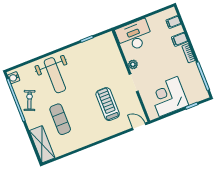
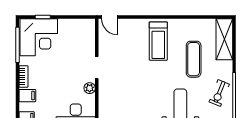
corner desk: (168, 97) -> (39, 37), moved
treadmill: (108, 104) -> (158, 41), moved

